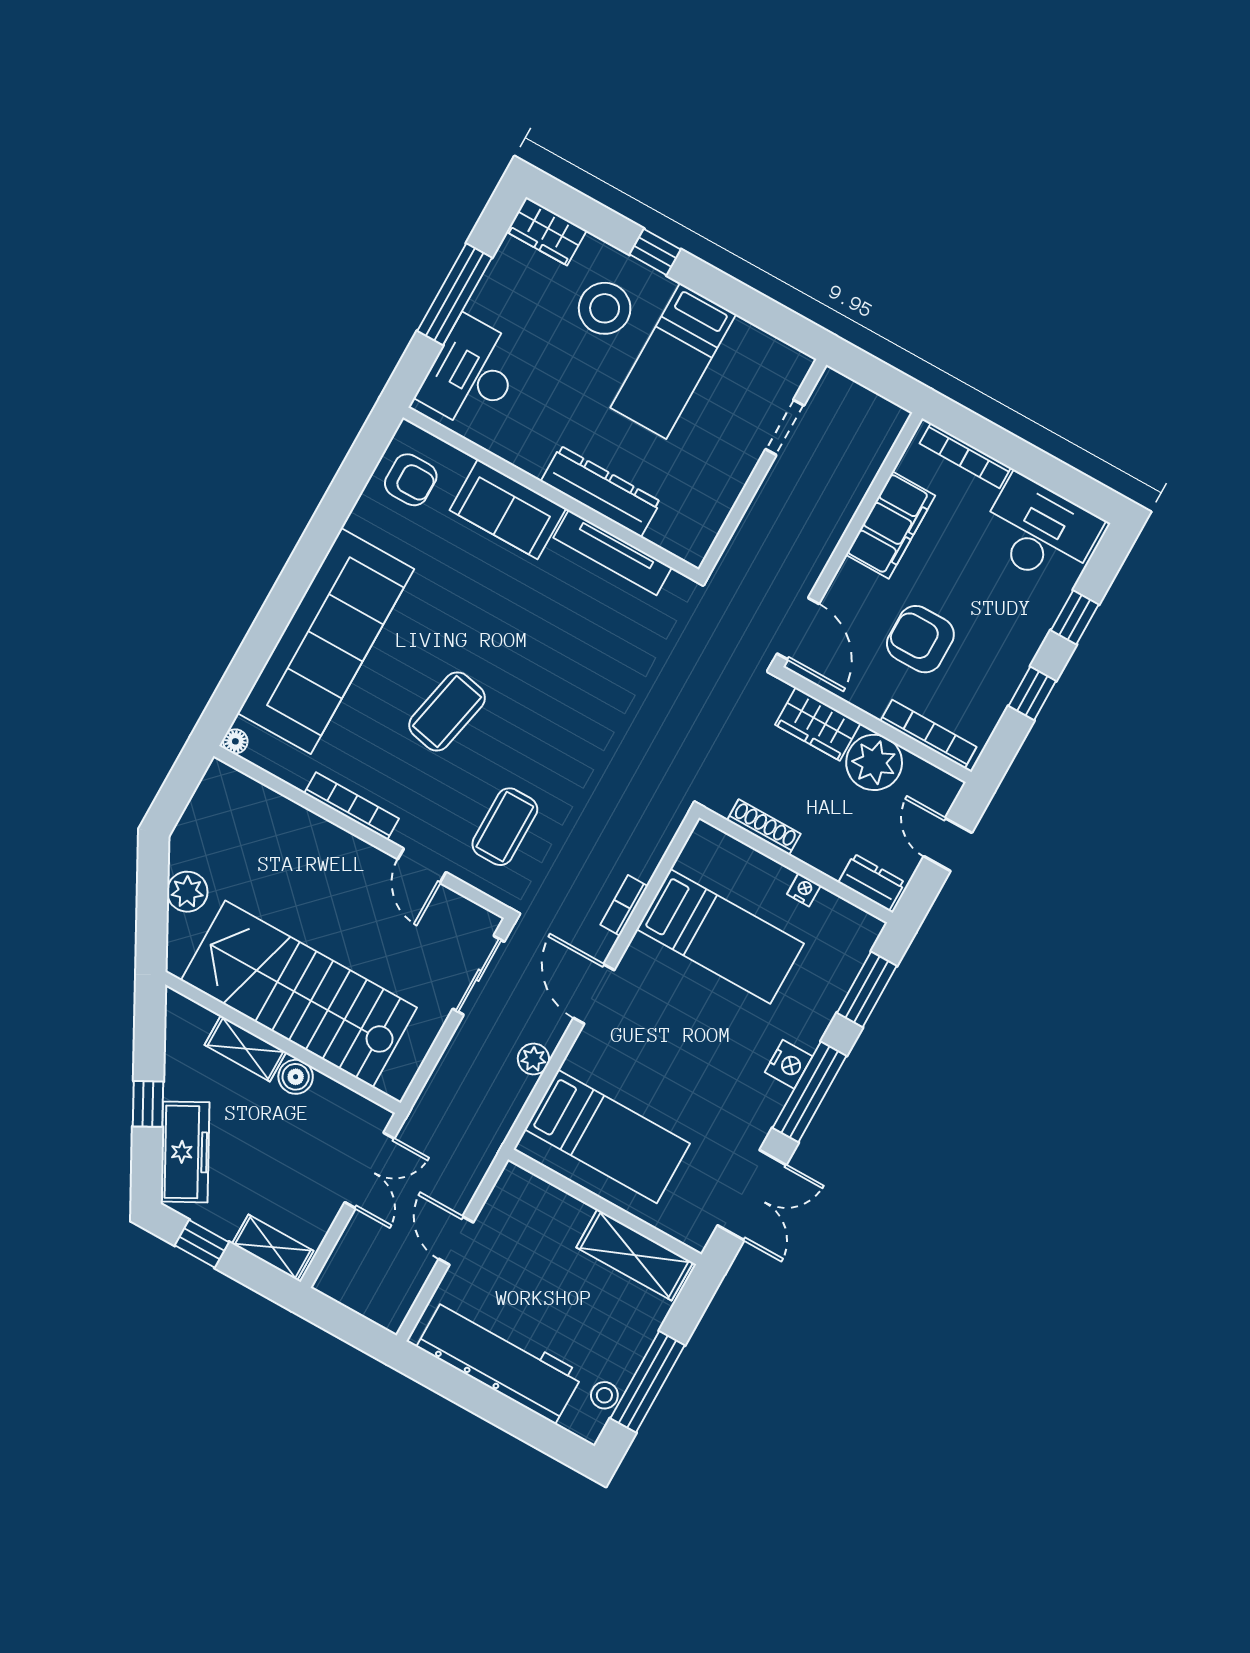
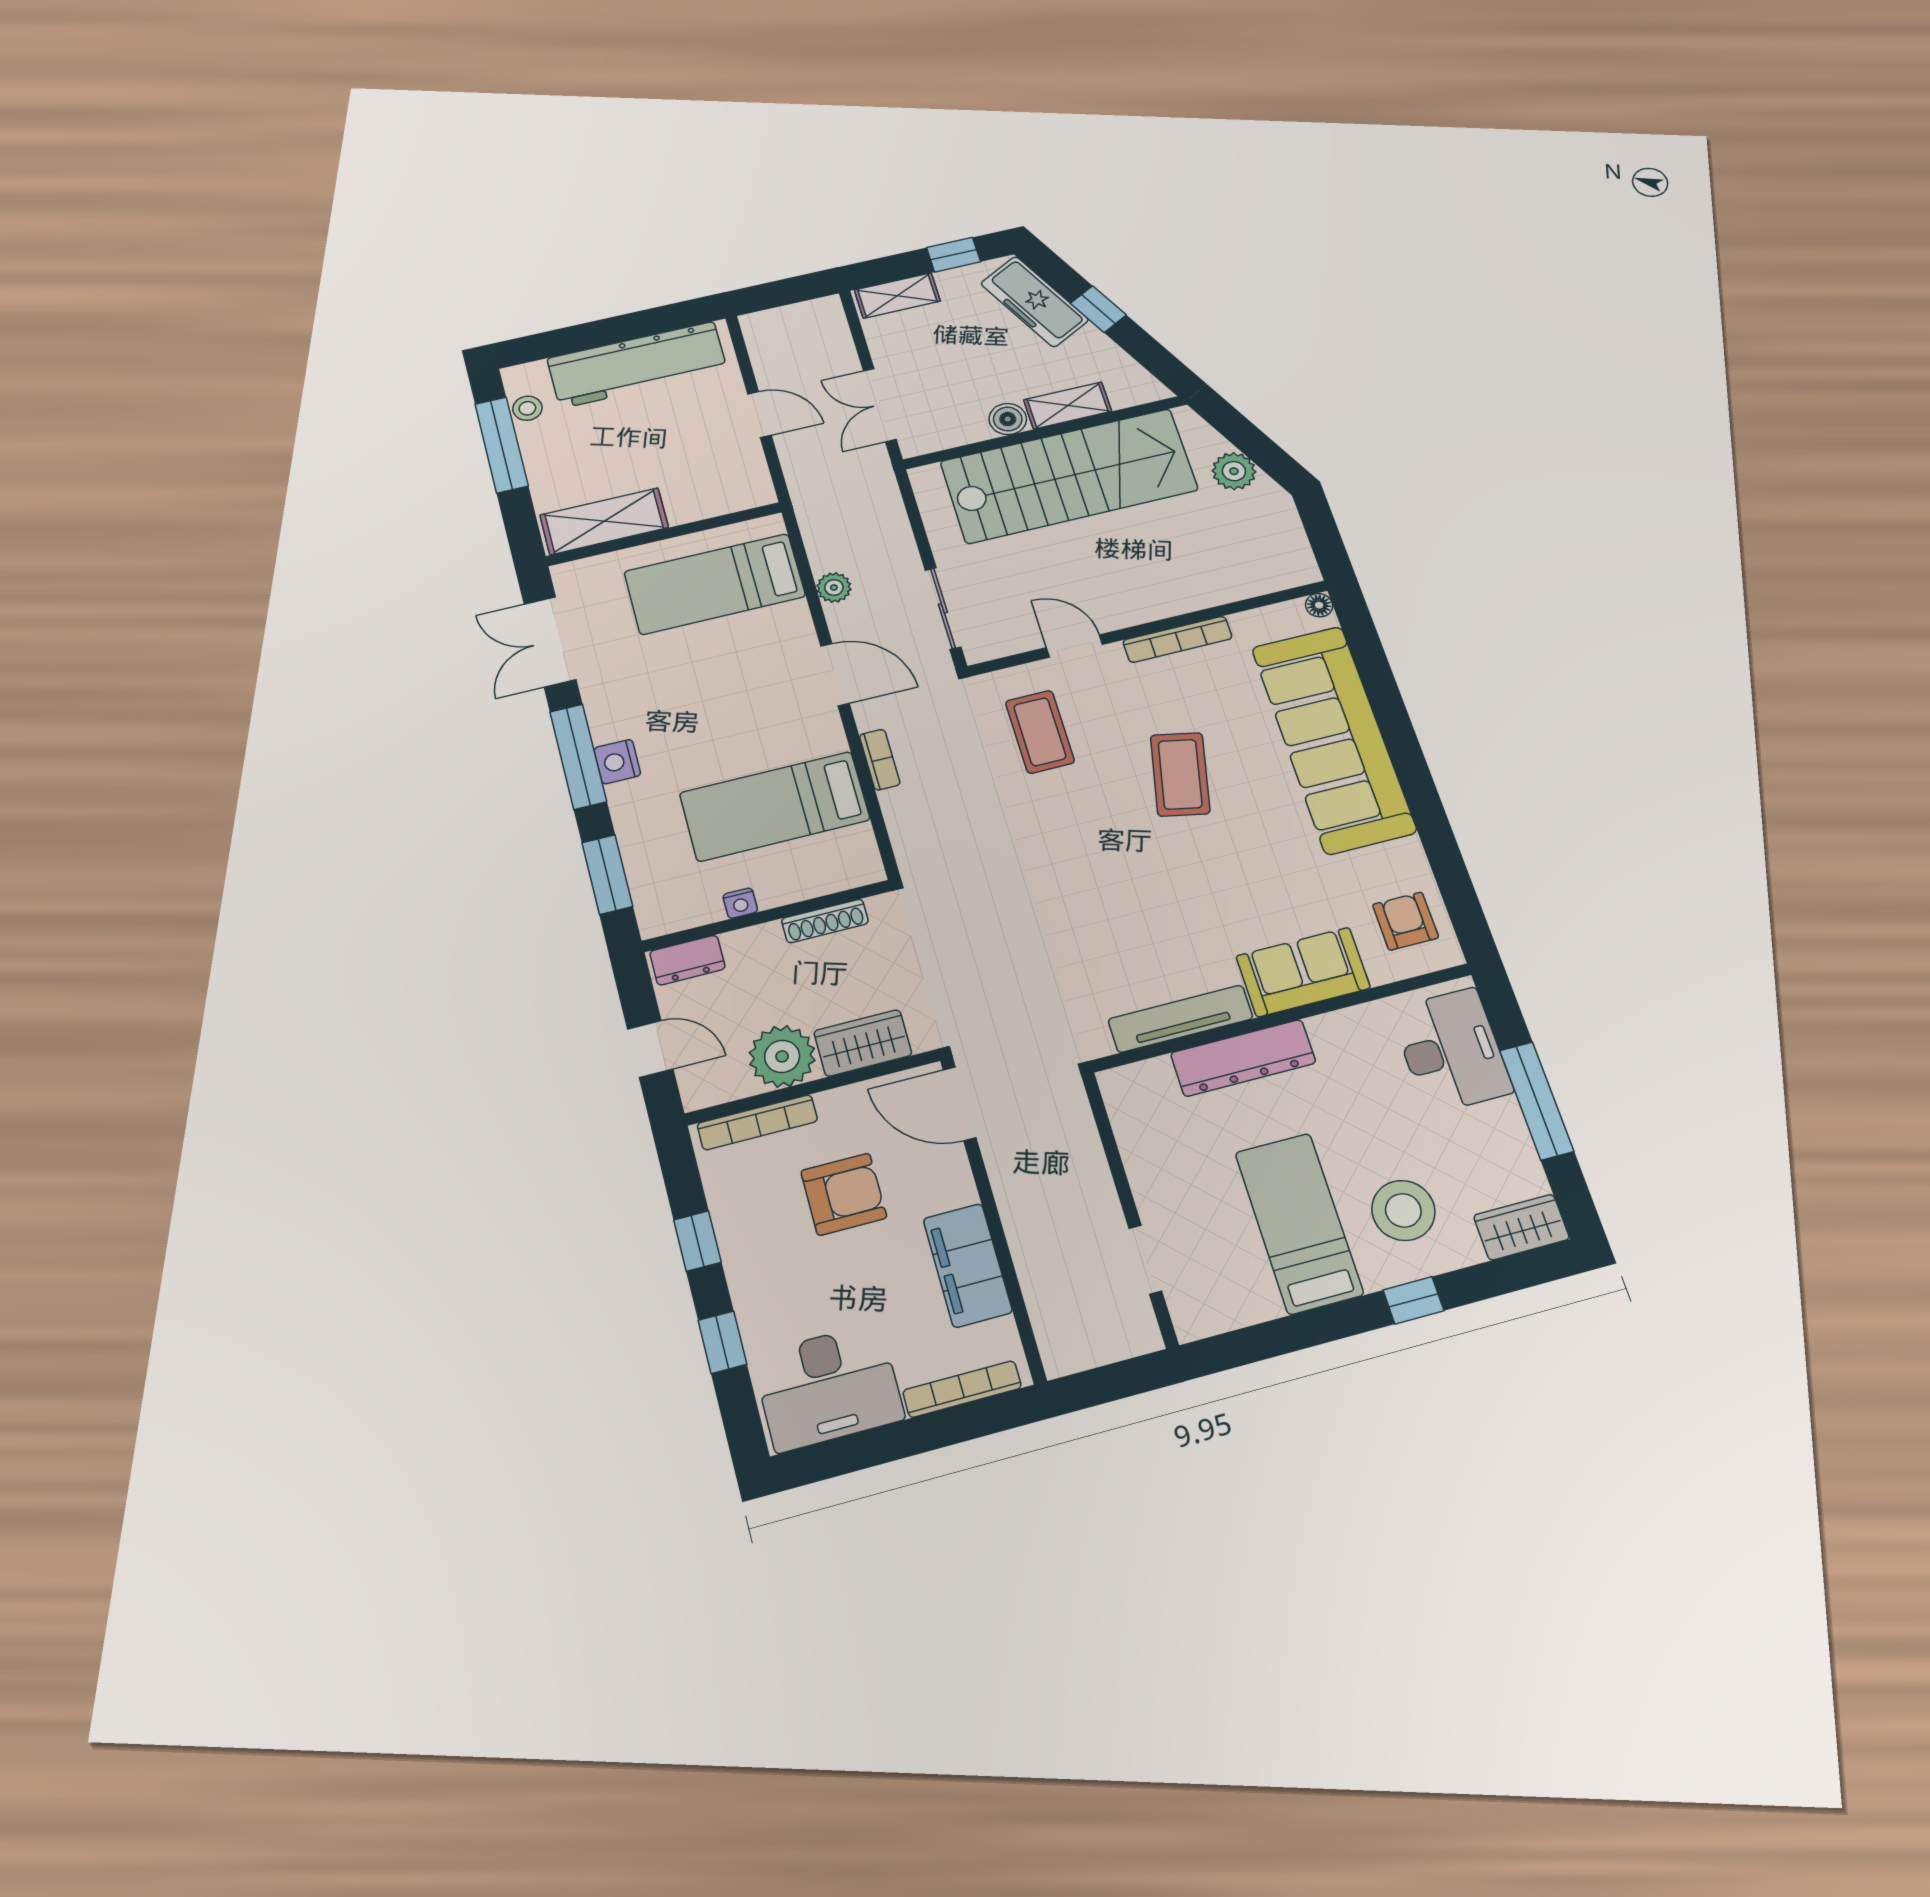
armchair: (411, 480) -> (1406, 921), turned 90

